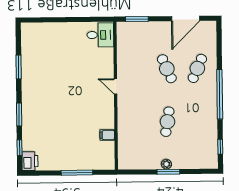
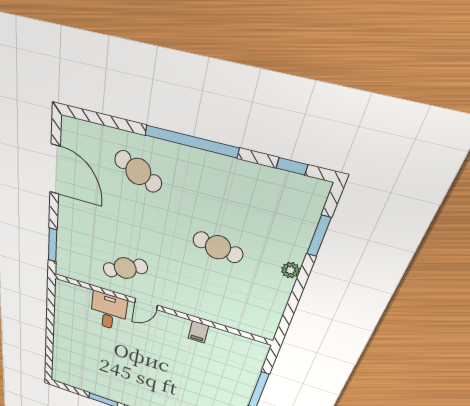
desk: (100, 35) -> (108, 311), moved
cafe table: (167, 69) -> (125, 268), moved
filing cabinet: (107, 135) -> (198, 332), moved
window: (168, 172) -> (319, 236), moved

